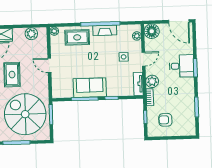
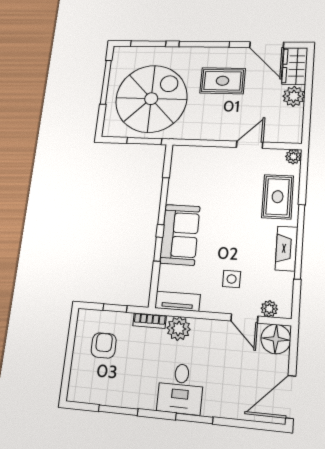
plant: (31, 34) -> (294, 96), moved
door: (144, 59) -> (244, 318), moved
door: (49, 65) -> (250, 145), moved
desk: (182, 66) -> (180, 389), moved
sofa: (90, 88) -> (180, 235), moved

